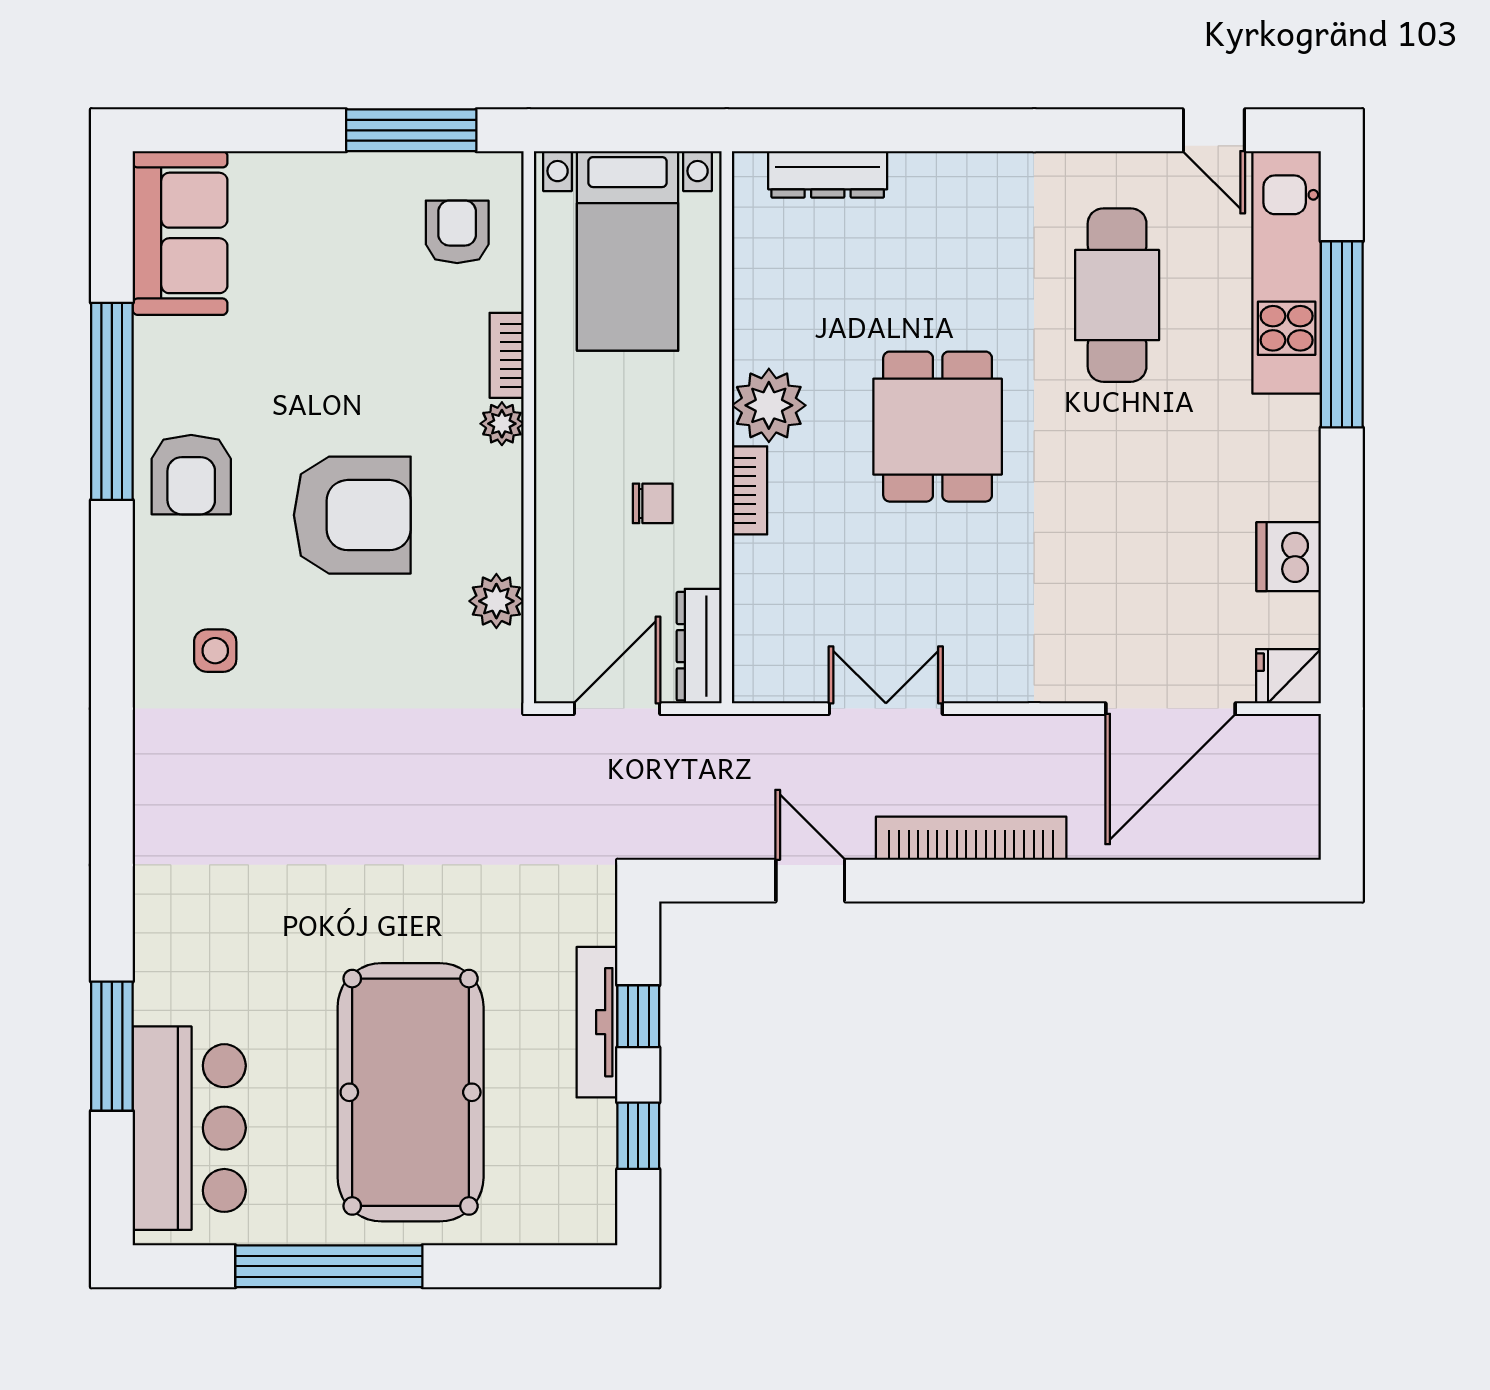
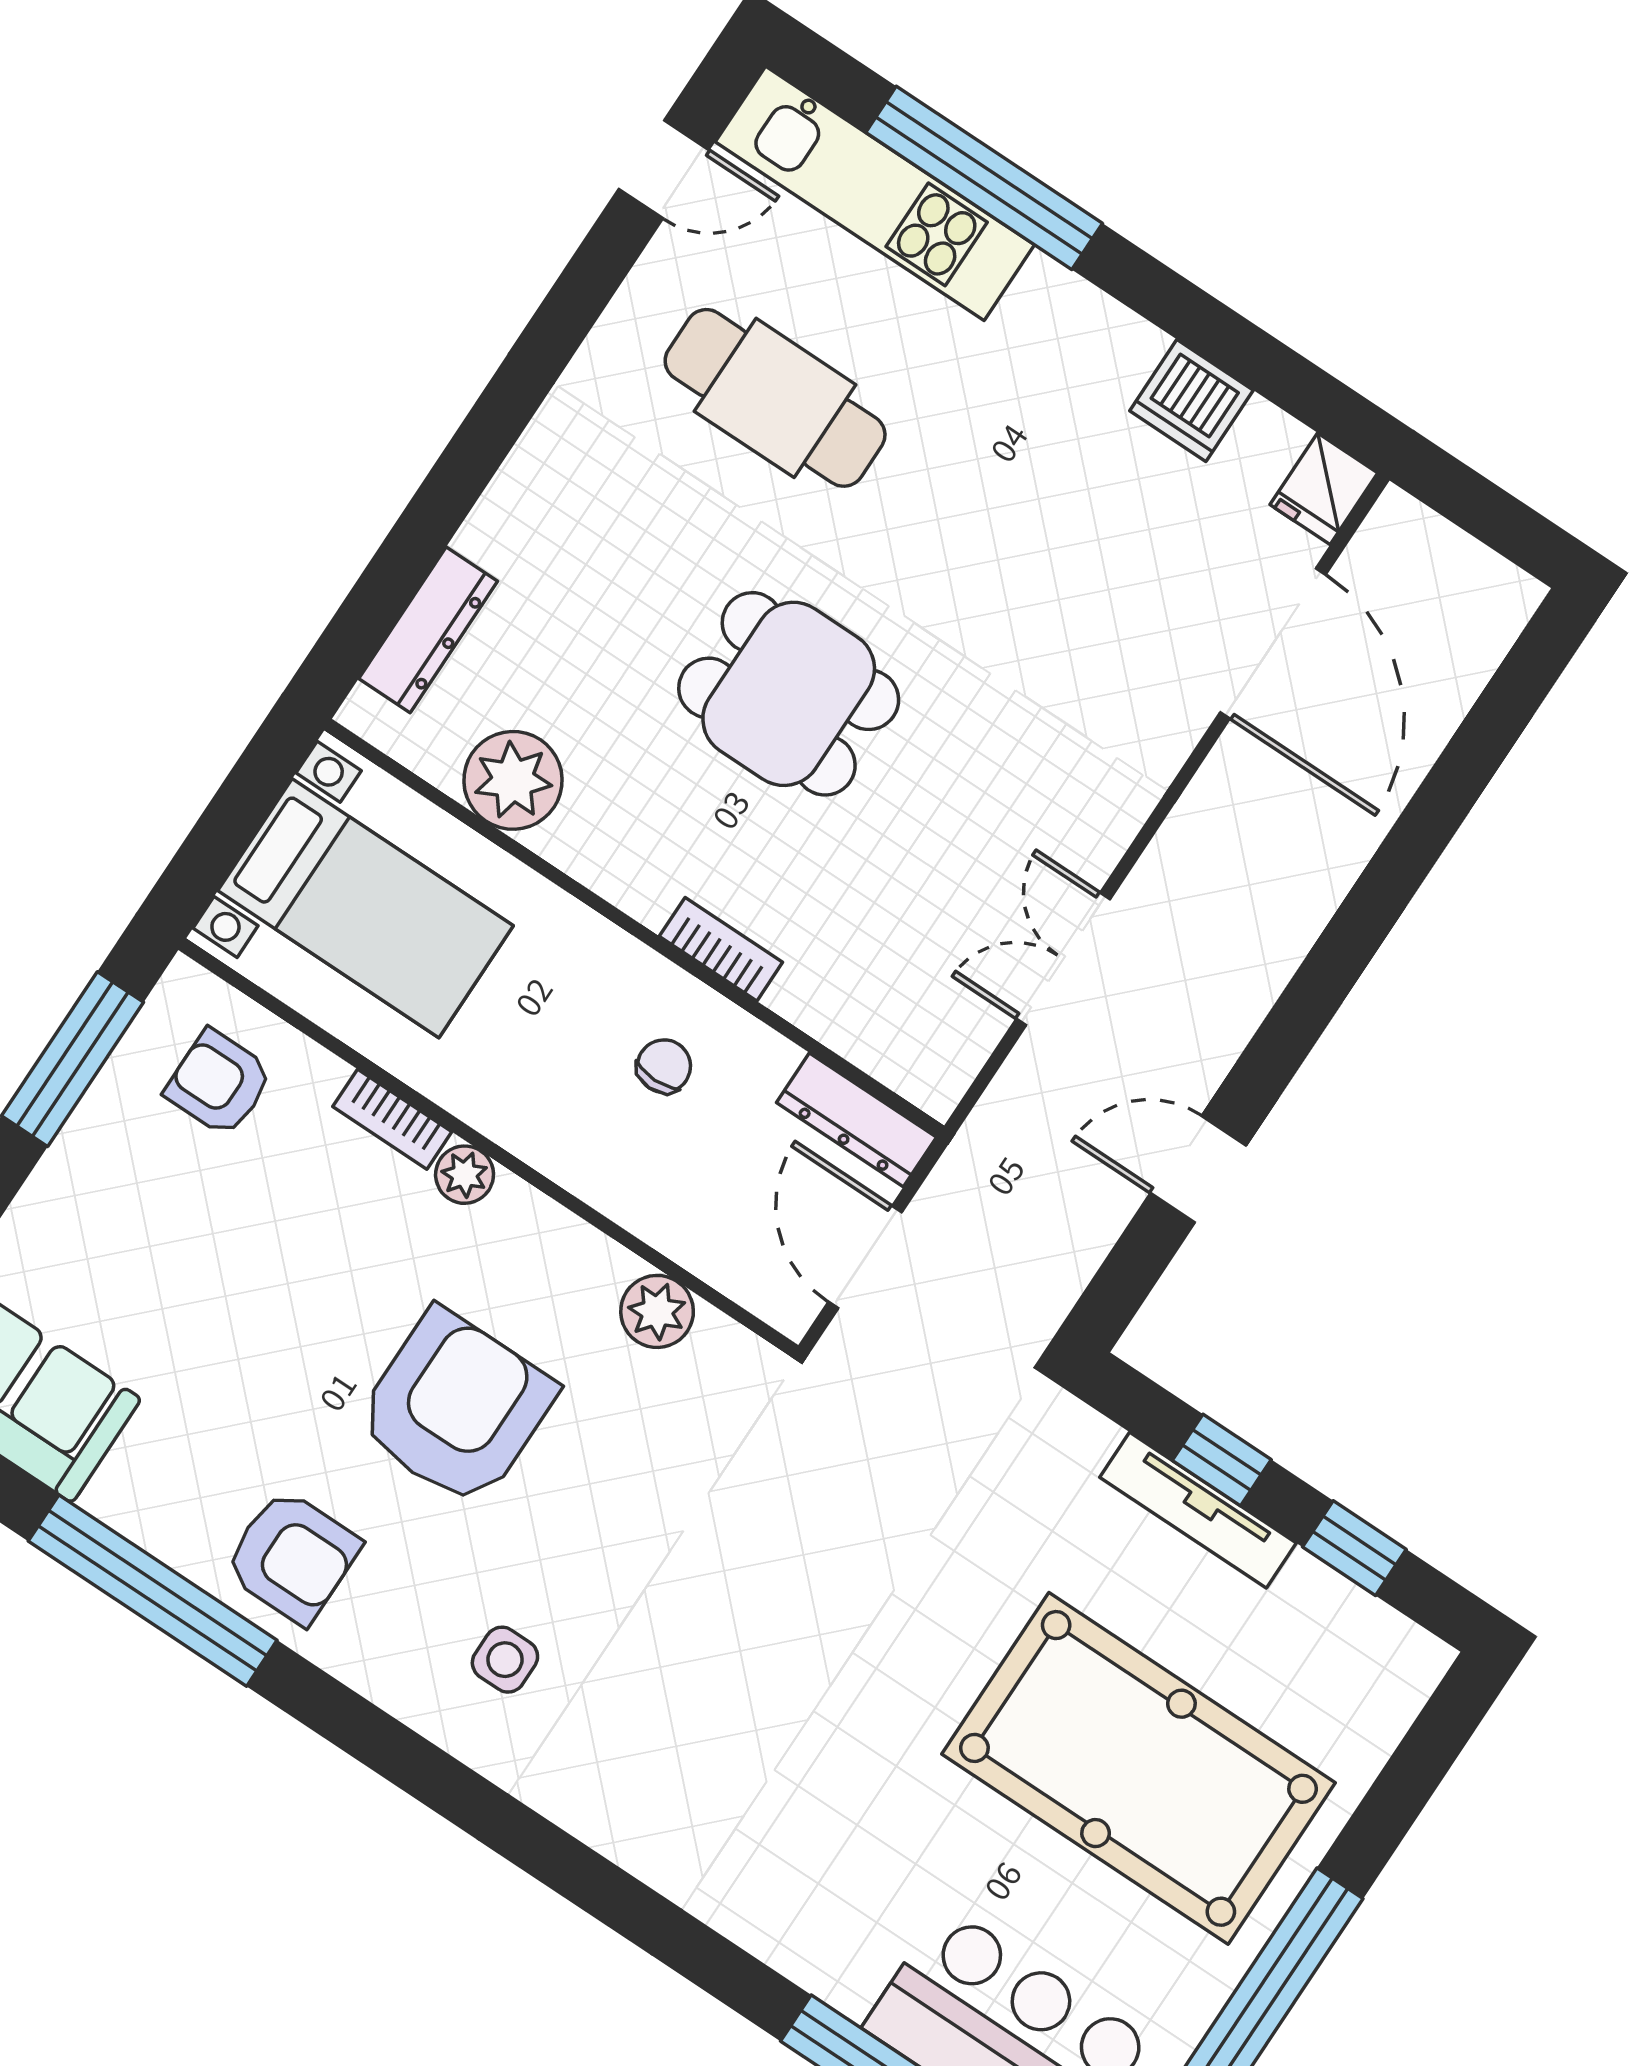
plant: (769, 405) -> (513, 780), moved
bookcase: (971, 838) -> (1270, 960), removed

